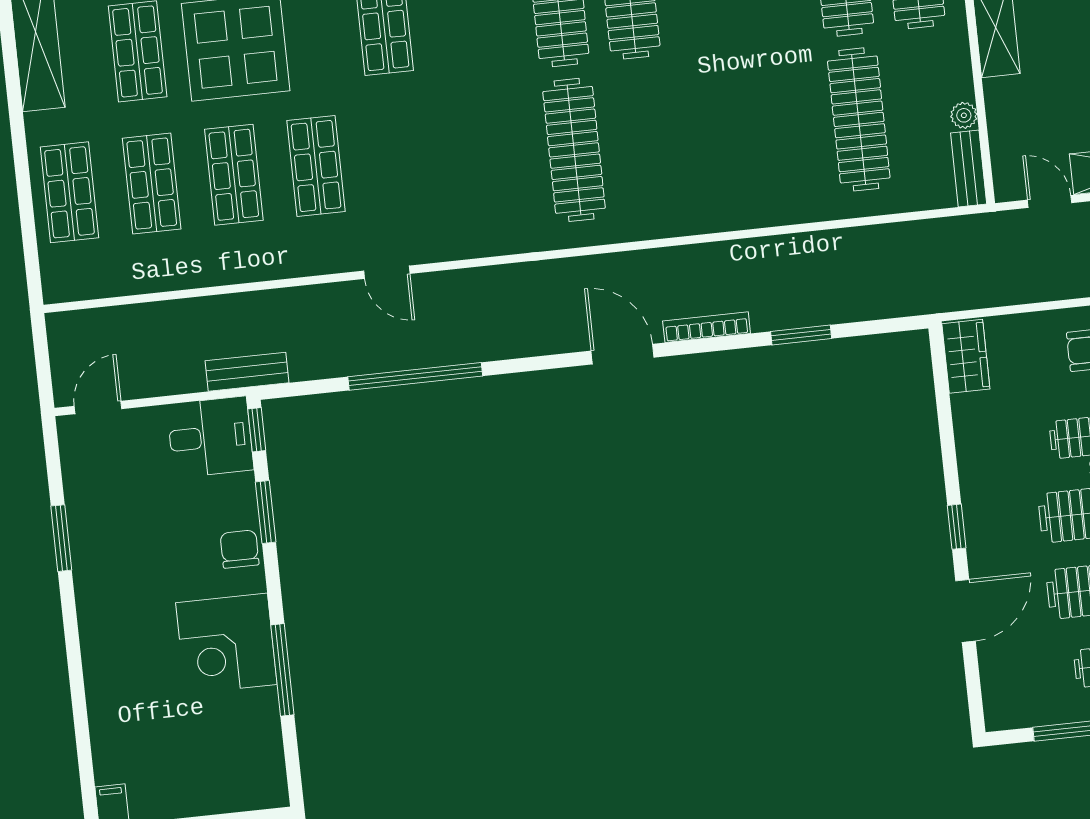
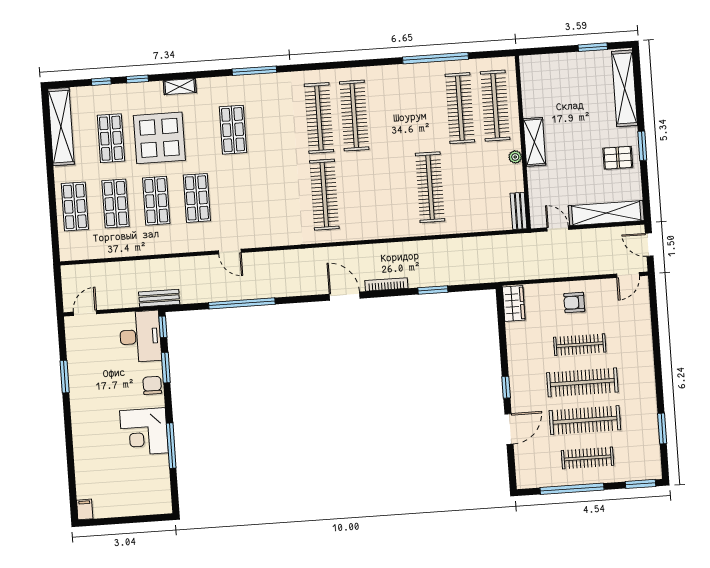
plant: (964, 115) -> (515, 157), moved
clothes rail: (859, 119) -> (430, 187), moved
desk: (210, 437) -> (140, 336), width x1.37

